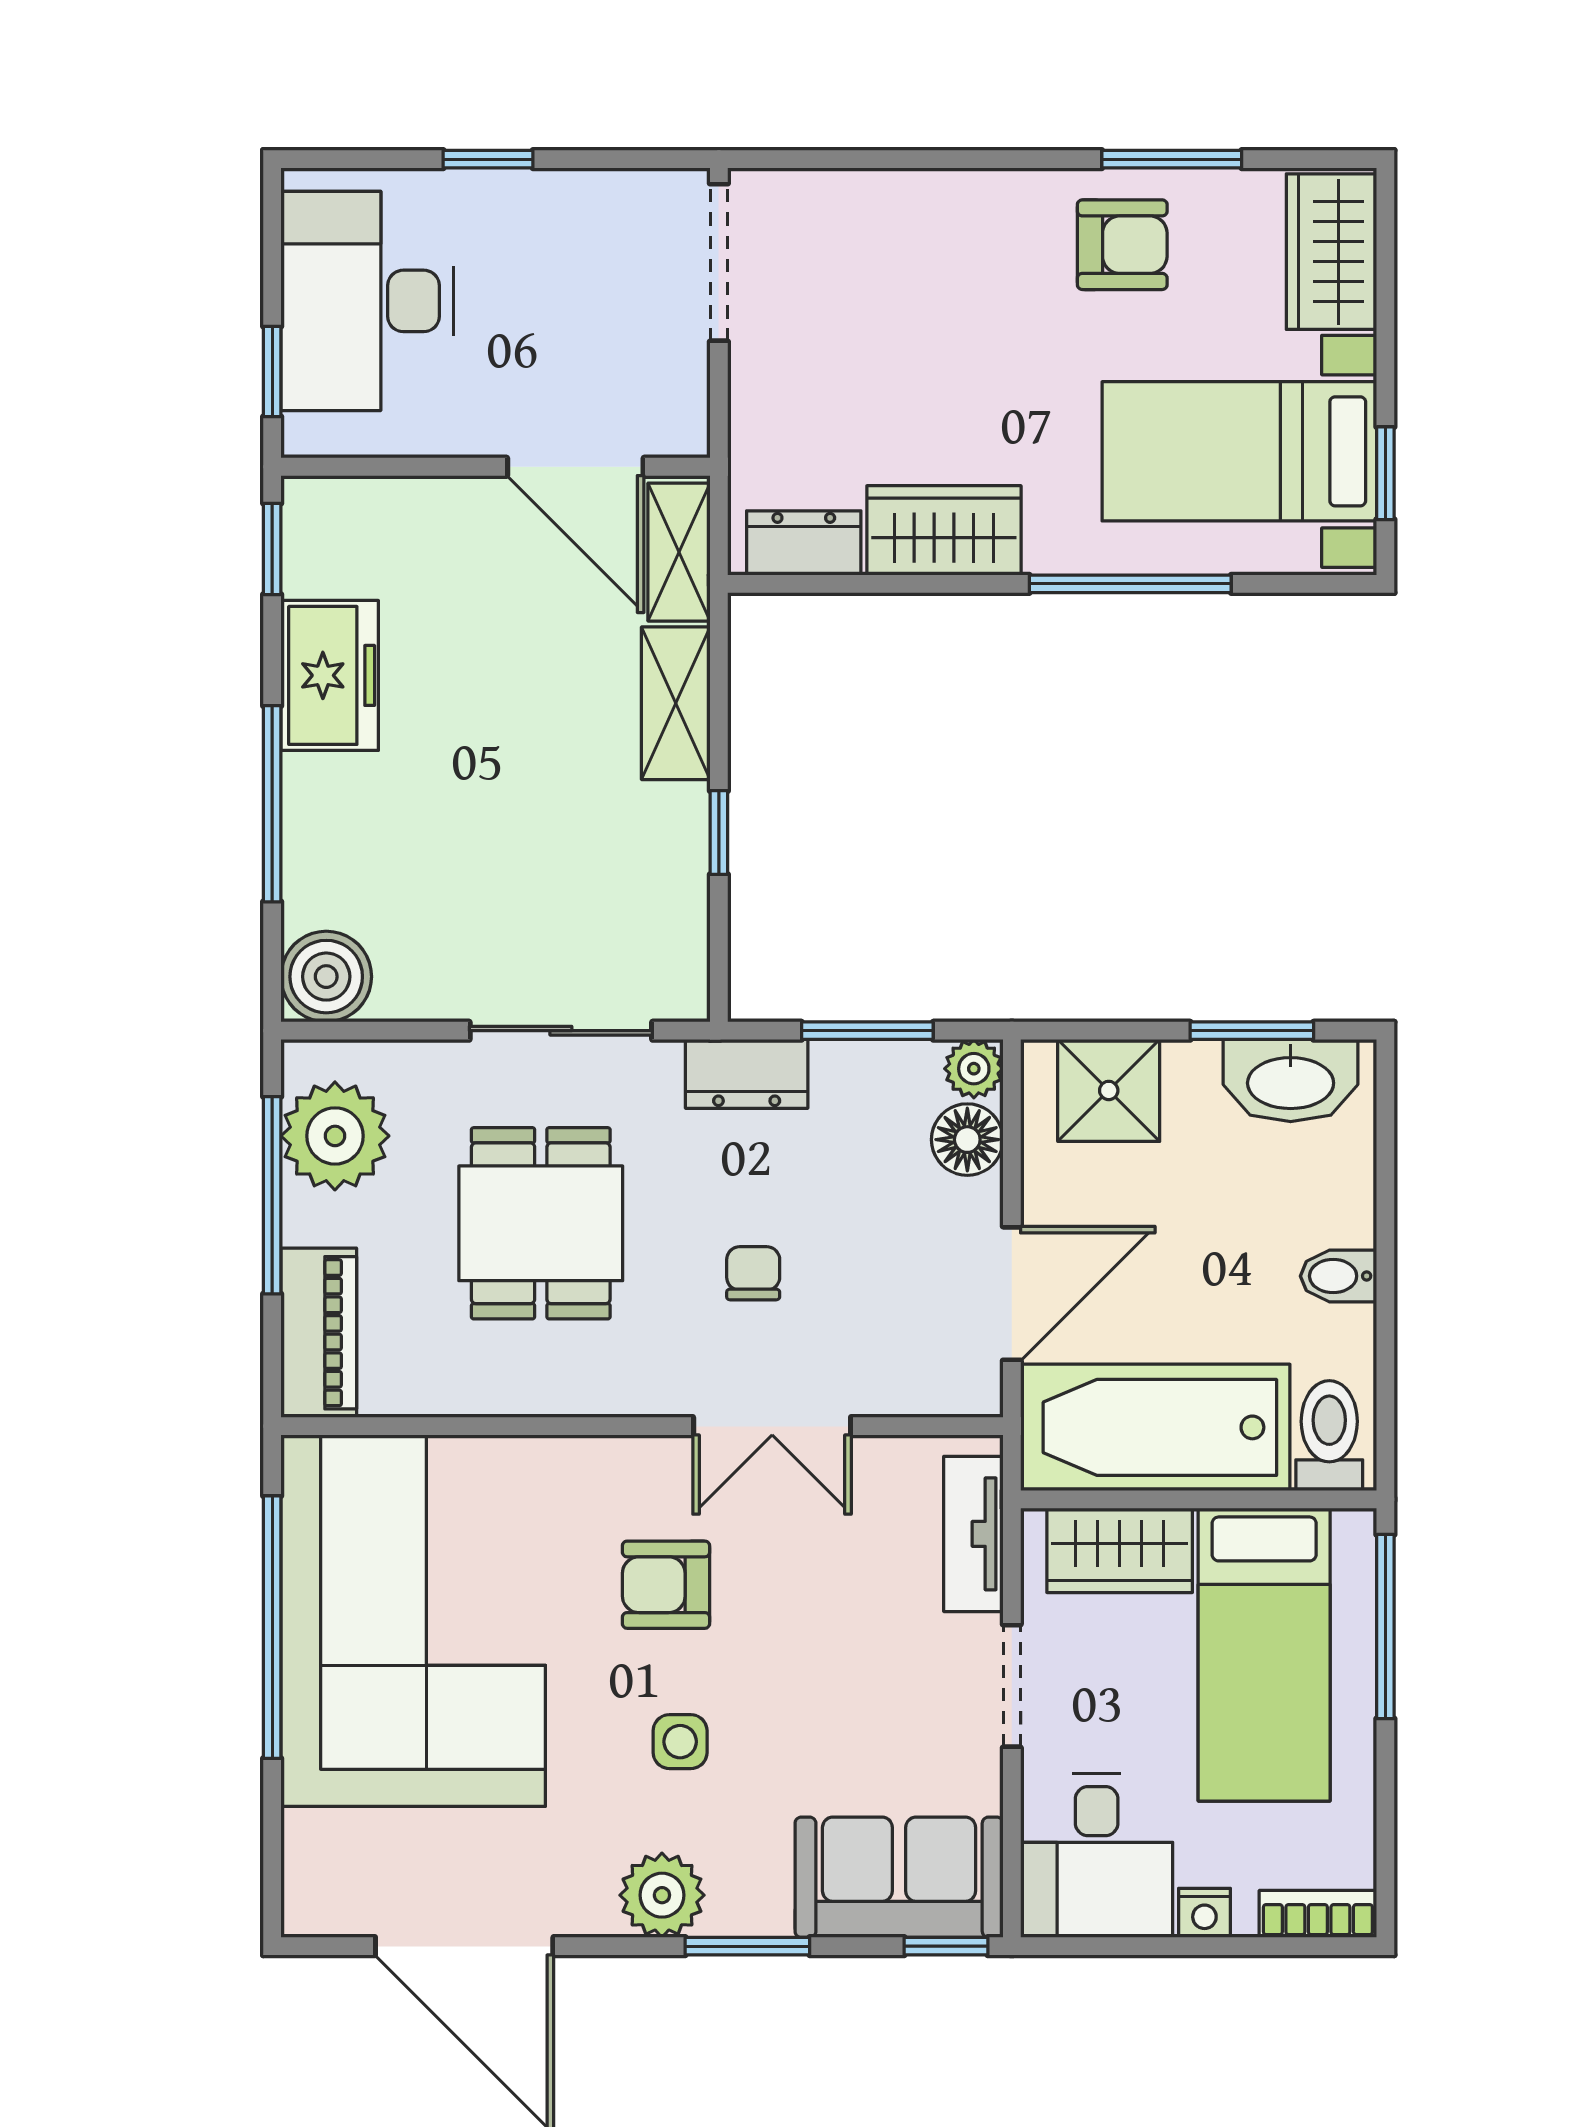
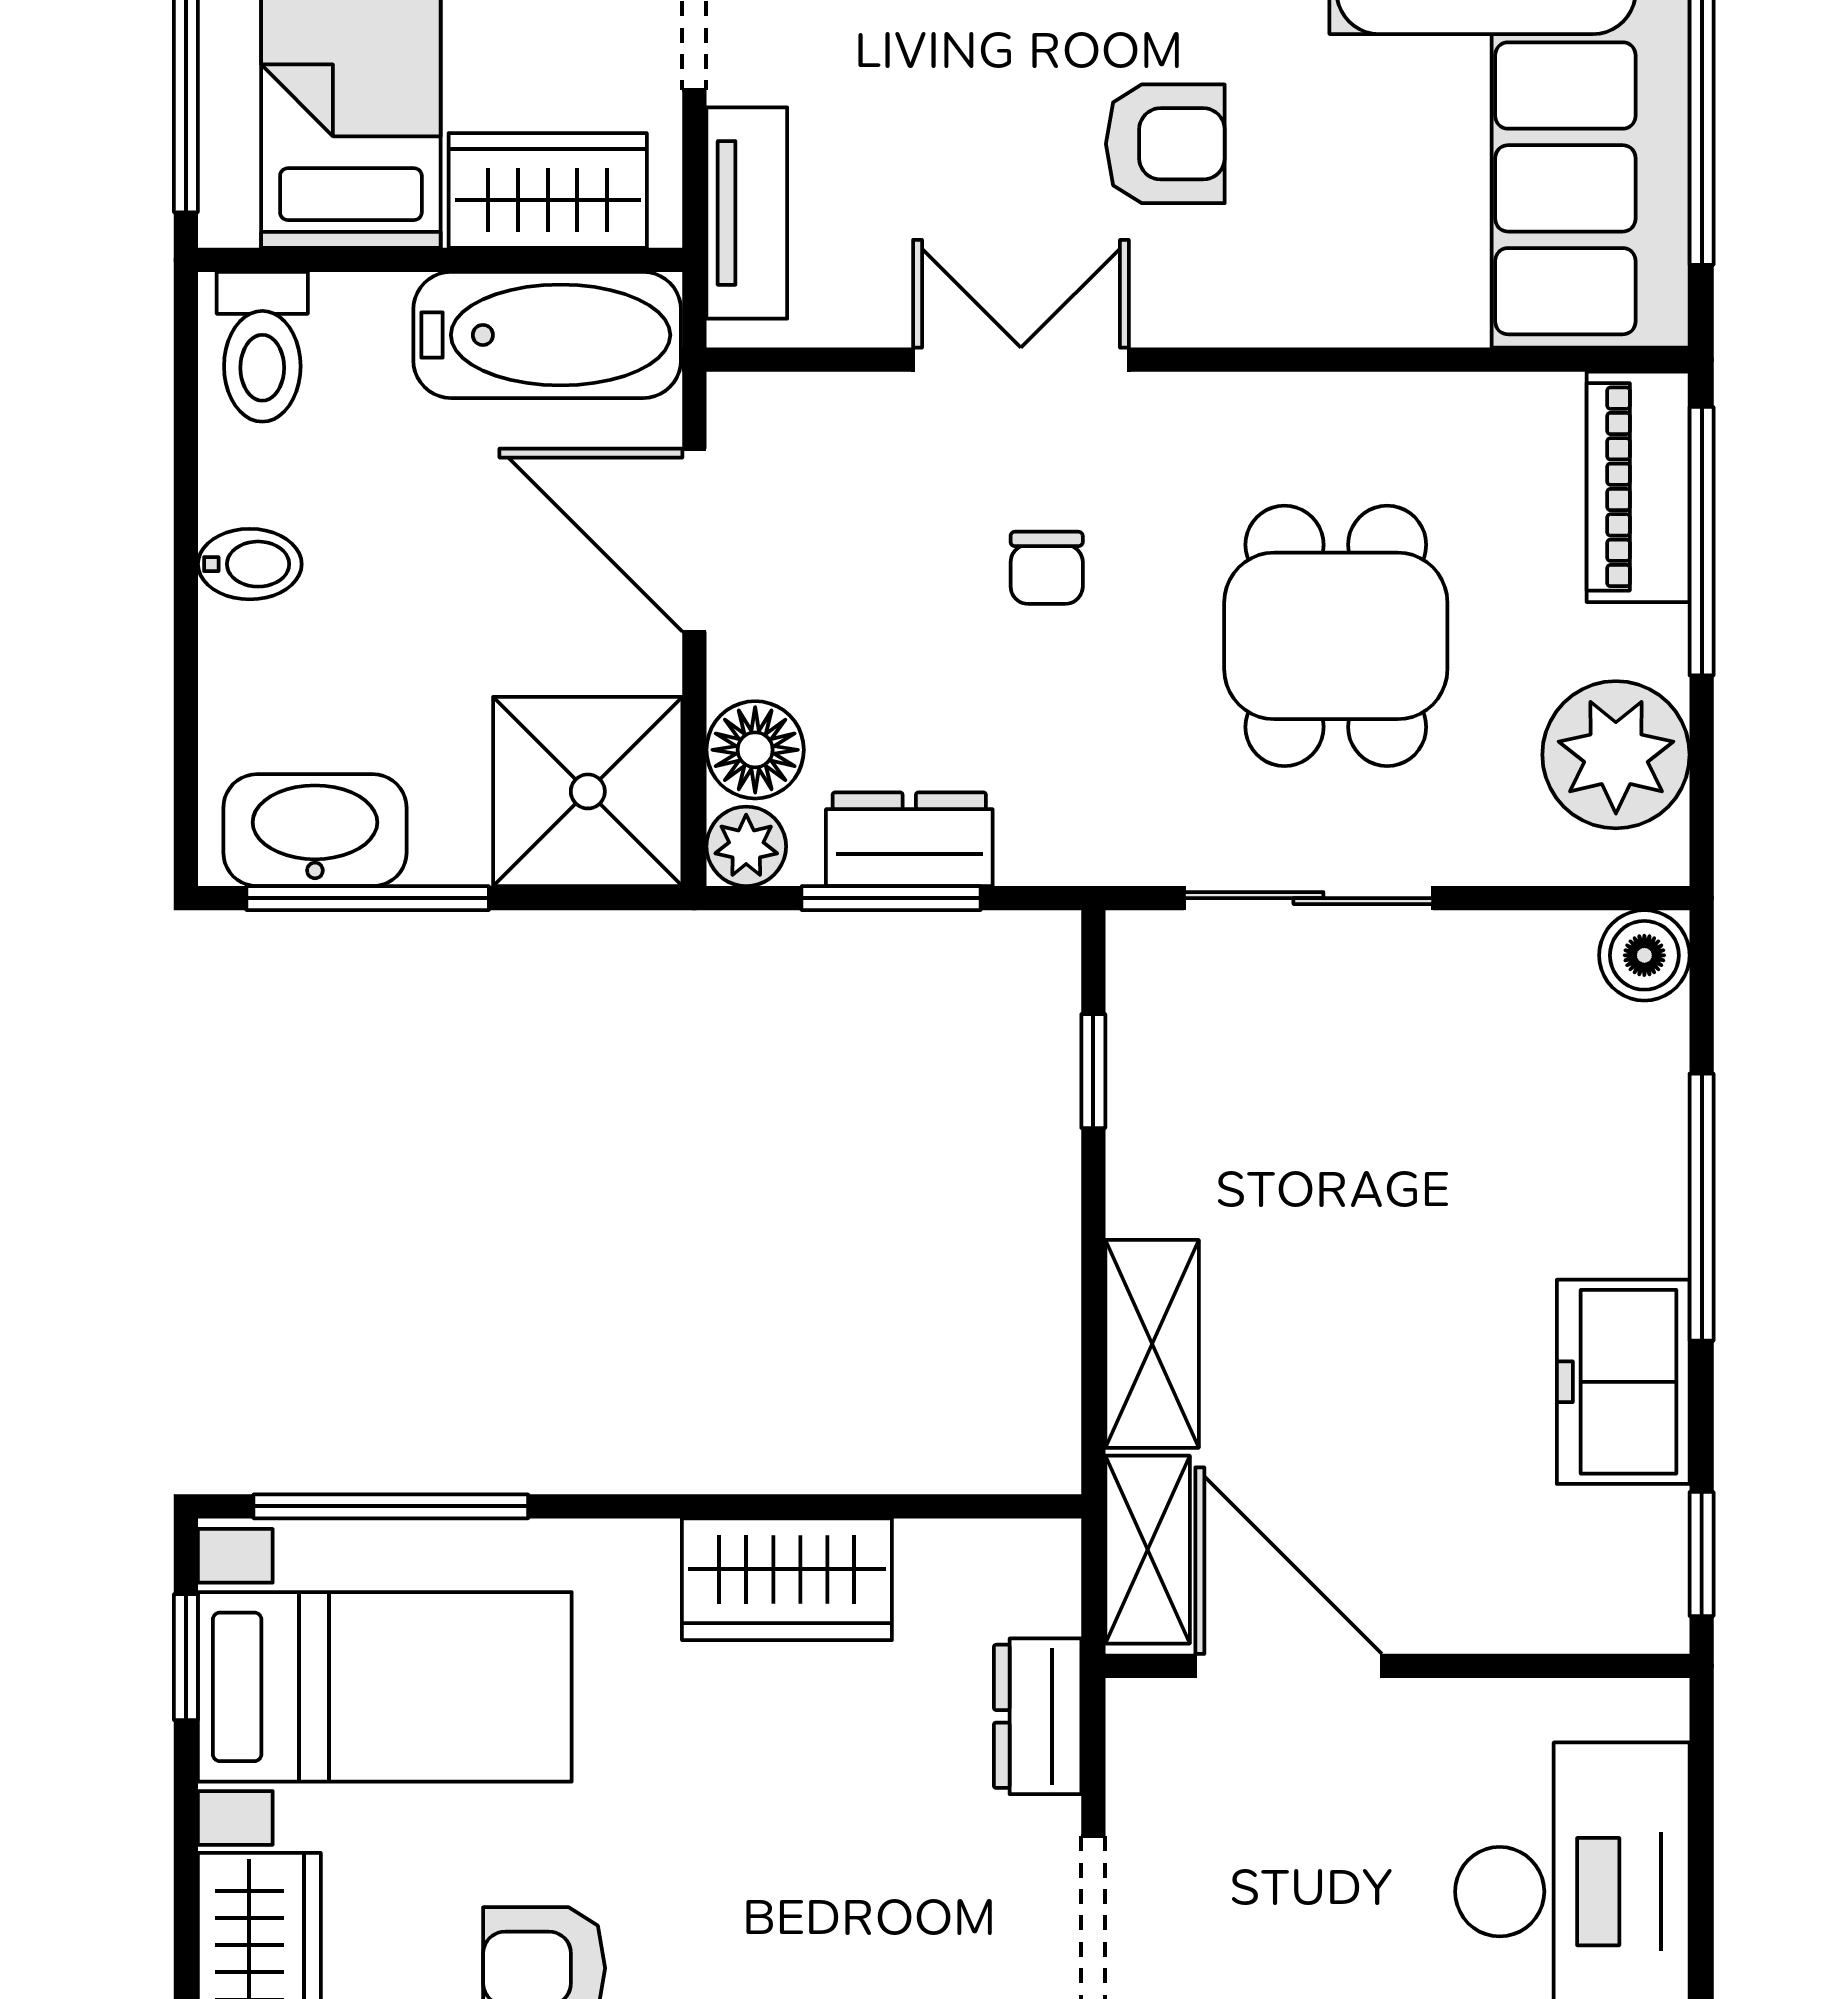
window: (272, 371) -> (1702, 1796), removed
dresser: (804, 543) -> (1038, 1716), moved, turned 90
window: (1130, 584) -> (391, 1506), moved
window: (719, 833) -> (1093, 1071), moved
boiler: (326, 977) -> (1644, 955), width x0.73, depth x0.73
window: (1252, 1031) -> (368, 898), width x1.44
dresser: (747, 1074) -> (909, 839), moved
shower: (1109, 1090) -> (588, 791), width x1.36, depth x1.36
window: (272, 1195) -> (1702, 541), moved
door: (1012, 1294) -> (694, 540), hinge flipped
bathtub: (1156, 1427) -> (547, 335), width x0.73, depth x0.73

